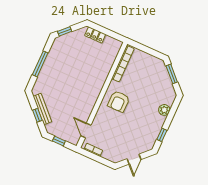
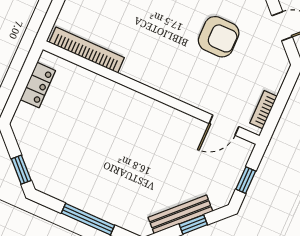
locker: (95, 35) -> (38, 85), moved
armchair: (119, 101) -> (219, 37), moved

